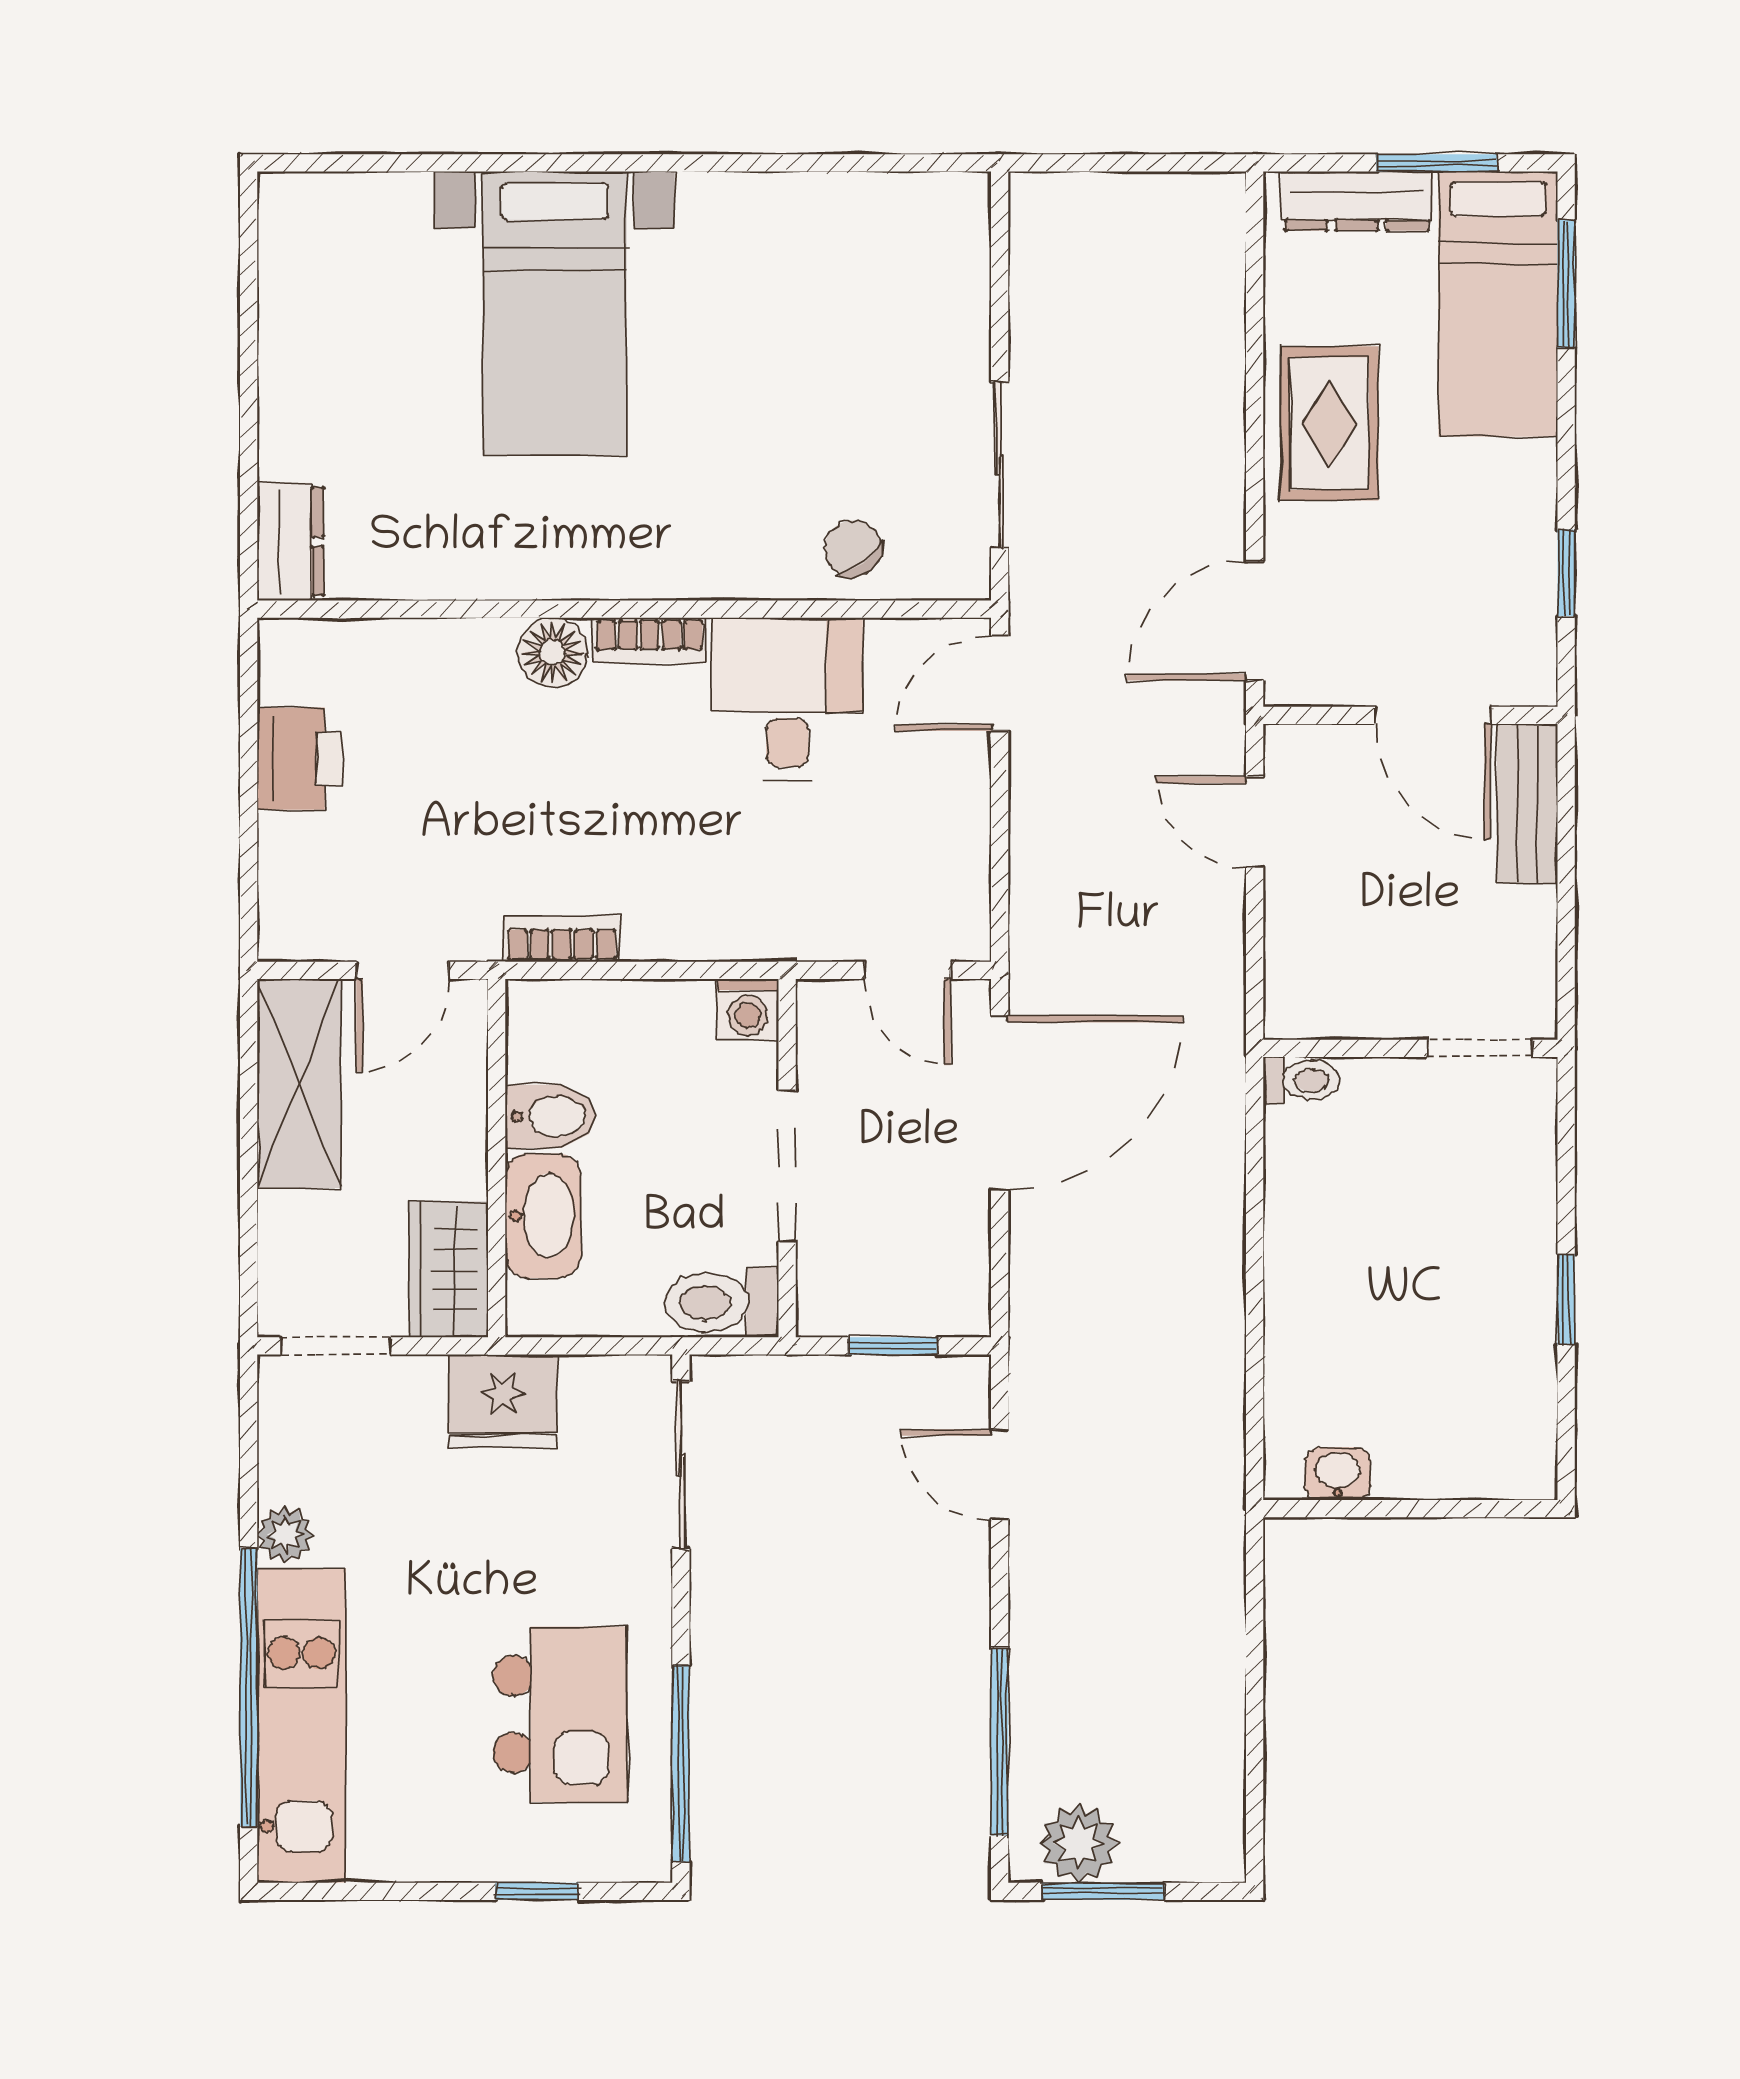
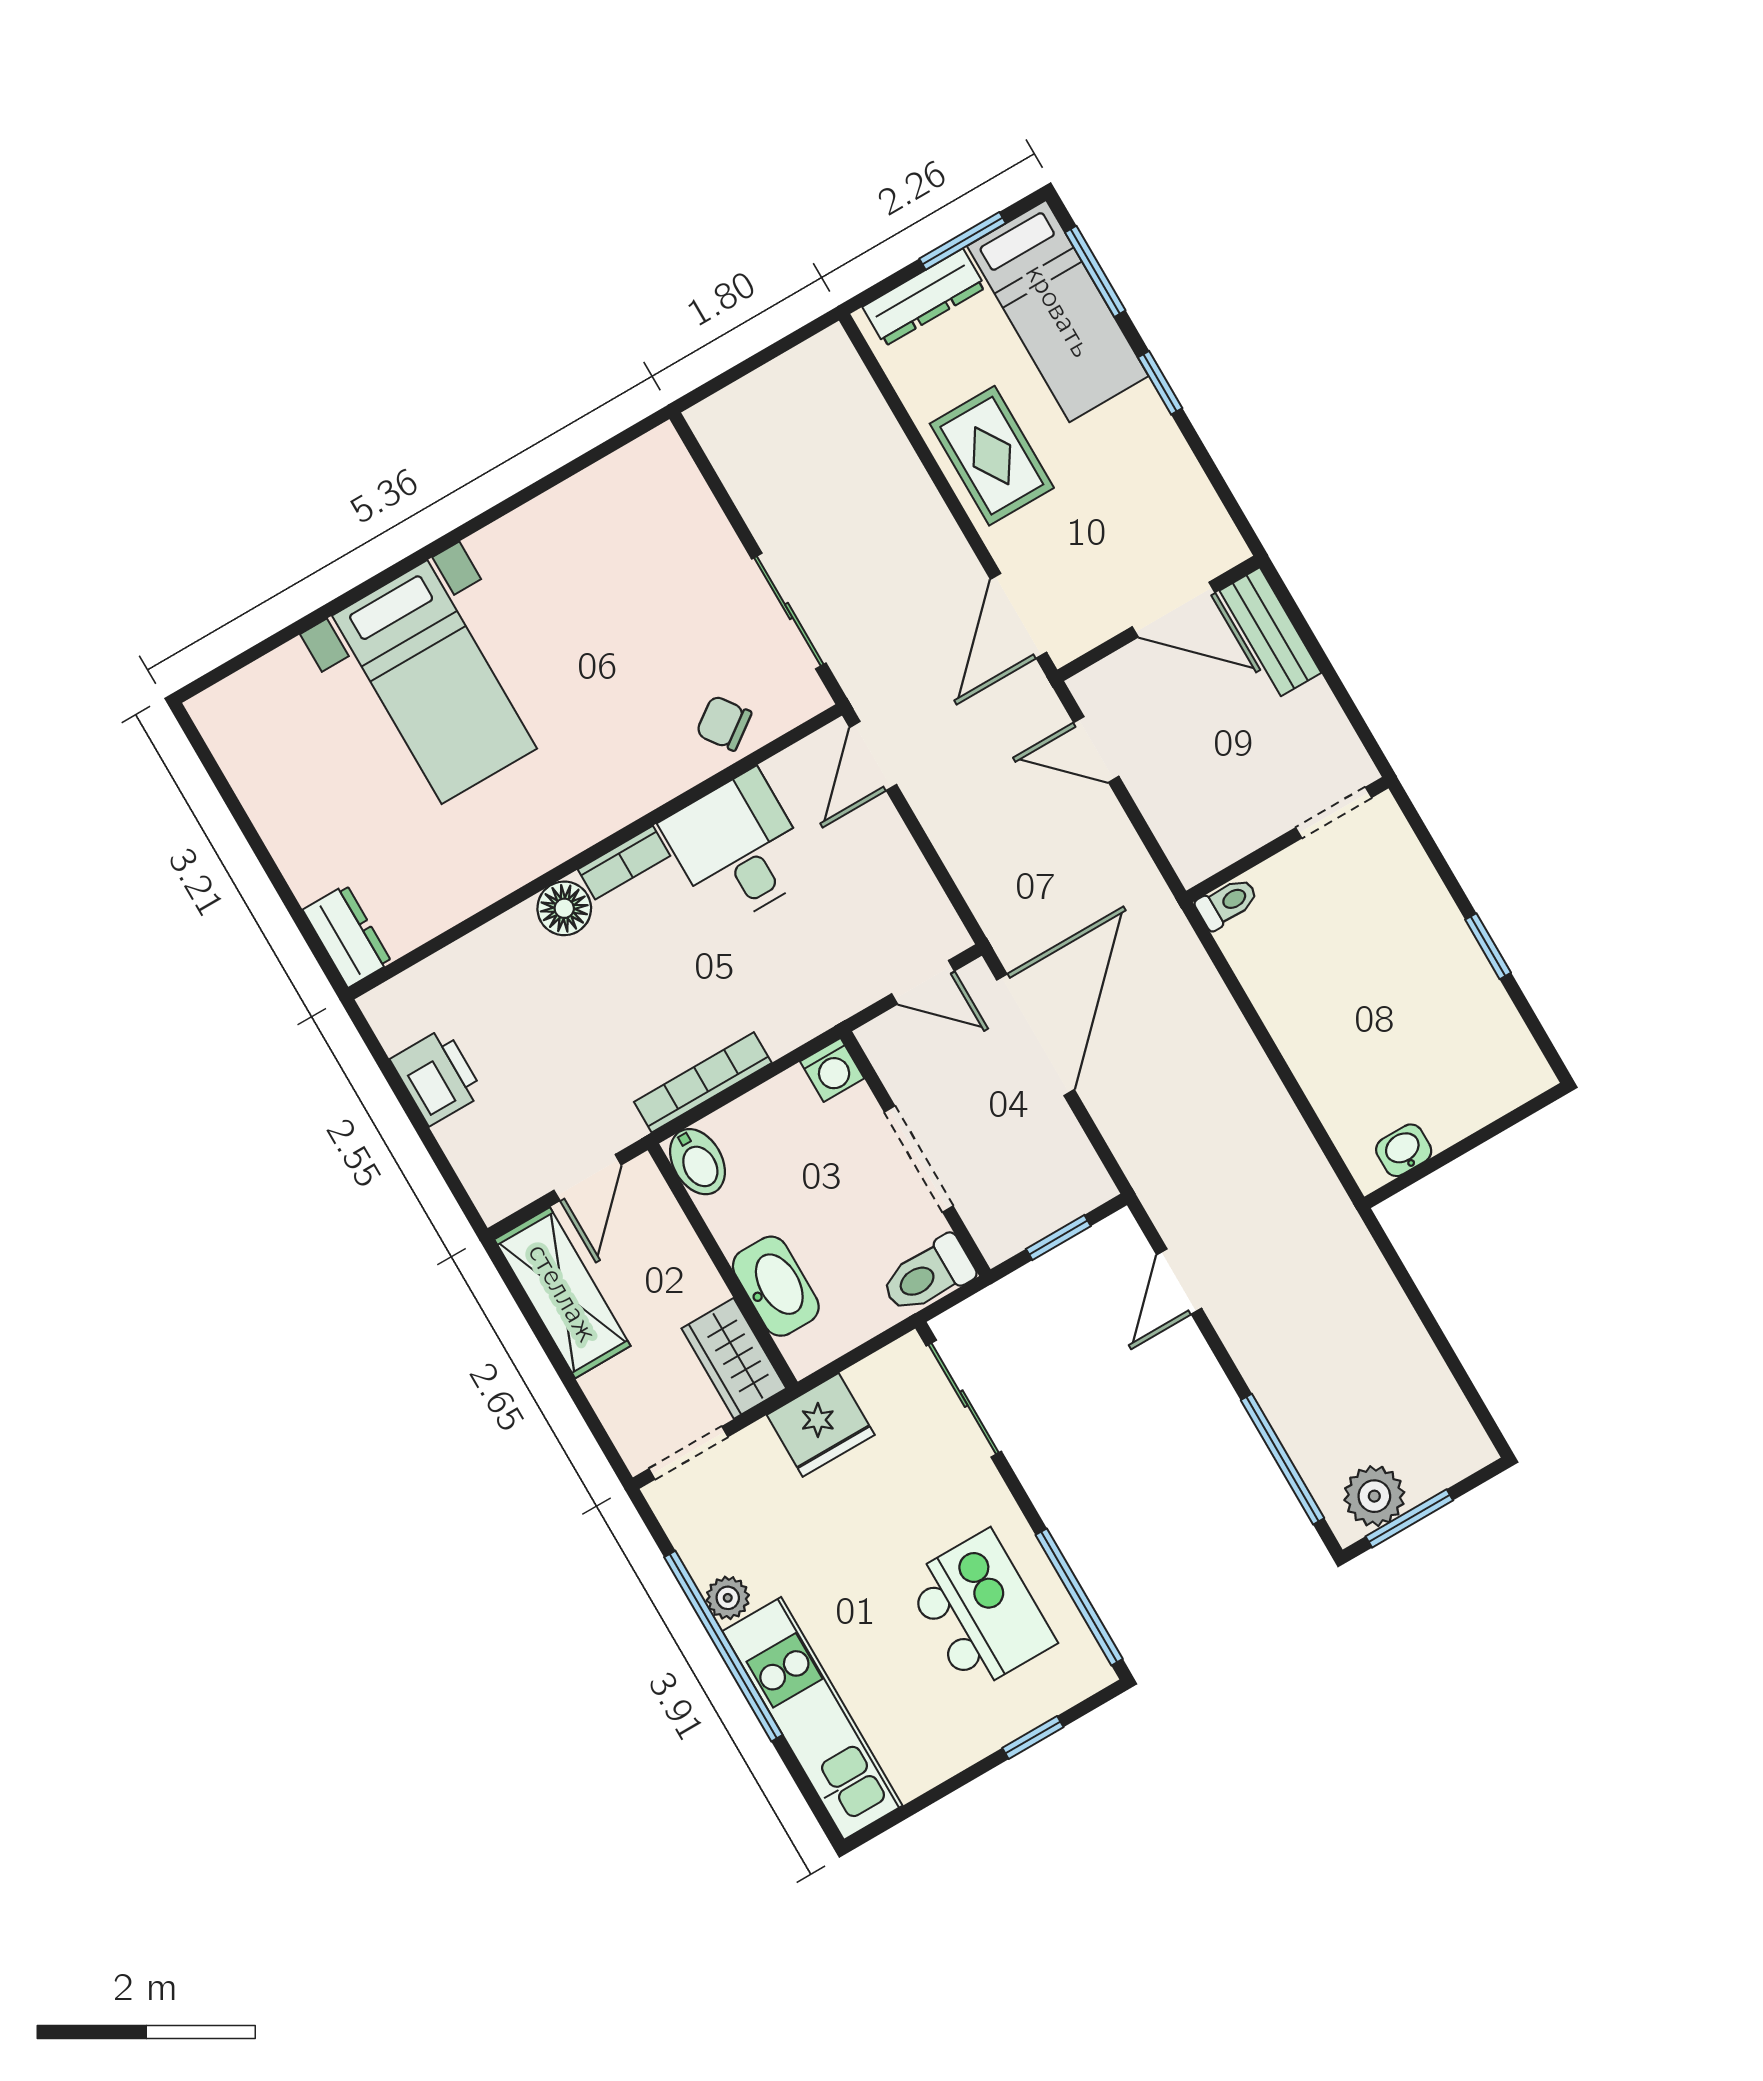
window: (1566, 573) -> (1160, 383), moved
bookcase: (562, 939) -> (703, 1082), width x1.56
bidet: (551, 1116) -> (697, 1162), moved, turned 90
door: (1000, 1474) -> (1179, 1281), hinge flipped
window: (249, 1687) -> (723, 1646), moved

